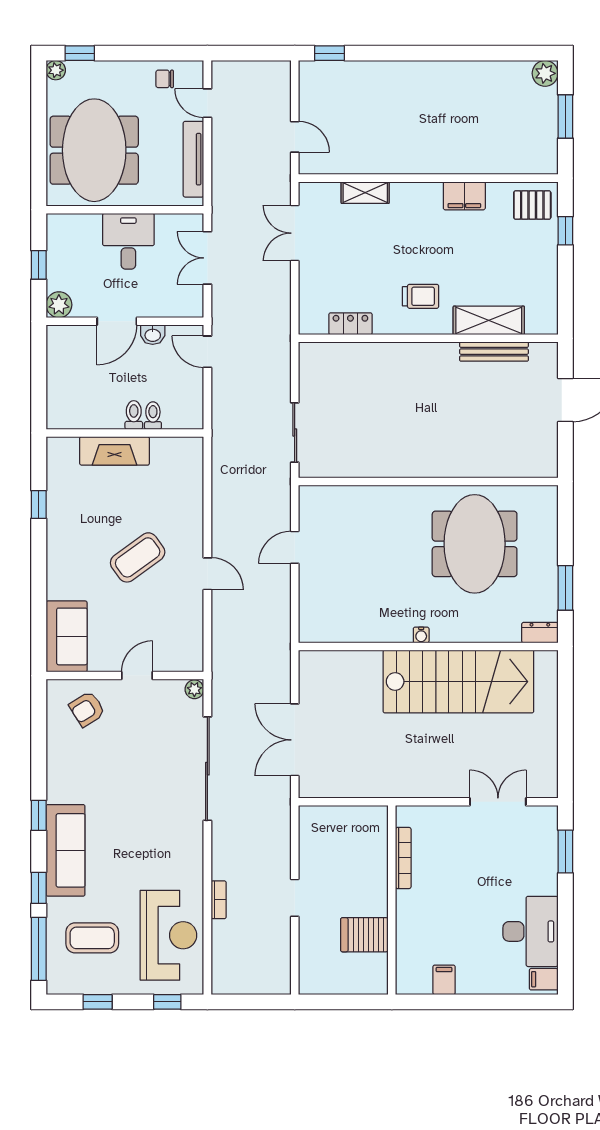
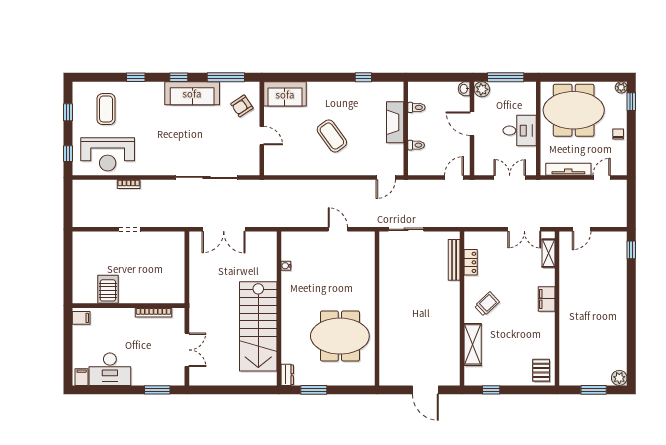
chair: (165, 79) -> (618, 134), moved
shelving: (365, 193) -> (548, 253), moved
filing cabinet: (464, 196) -> (547, 299), moved
window: (565, 231) -> (491, 390), moved
double door: (295, 233) -> (524, 229), swing flipped
window: (39, 265) -> (506, 77), width x2.17
trolley: (421, 296) -> (487, 304), turned -133
washbasin: (153, 335) -> (464, 89), moved
bench: (494, 352) -> (454, 260), moved
toilet: (134, 415) -> (416, 107), moved
door: (207, 574) -> (386, 177), moved
water cooler: (421, 635) -> (286, 266), moved
plant: (194, 689) -> (254, 170), removed
armchair: (87, 709) -> (242, 106), turned -92
double door: (295, 740) -> (224, 229), swing flipped
sofa: (65, 850) -> (192, 93), moved
bookcase: (403, 858) -> (153, 312), moved
wall: (392, 900) -> (129, 306), moved
server rack: (364, 935) -> (108, 289), moved
window: (39, 949) -> (226, 77), moved

